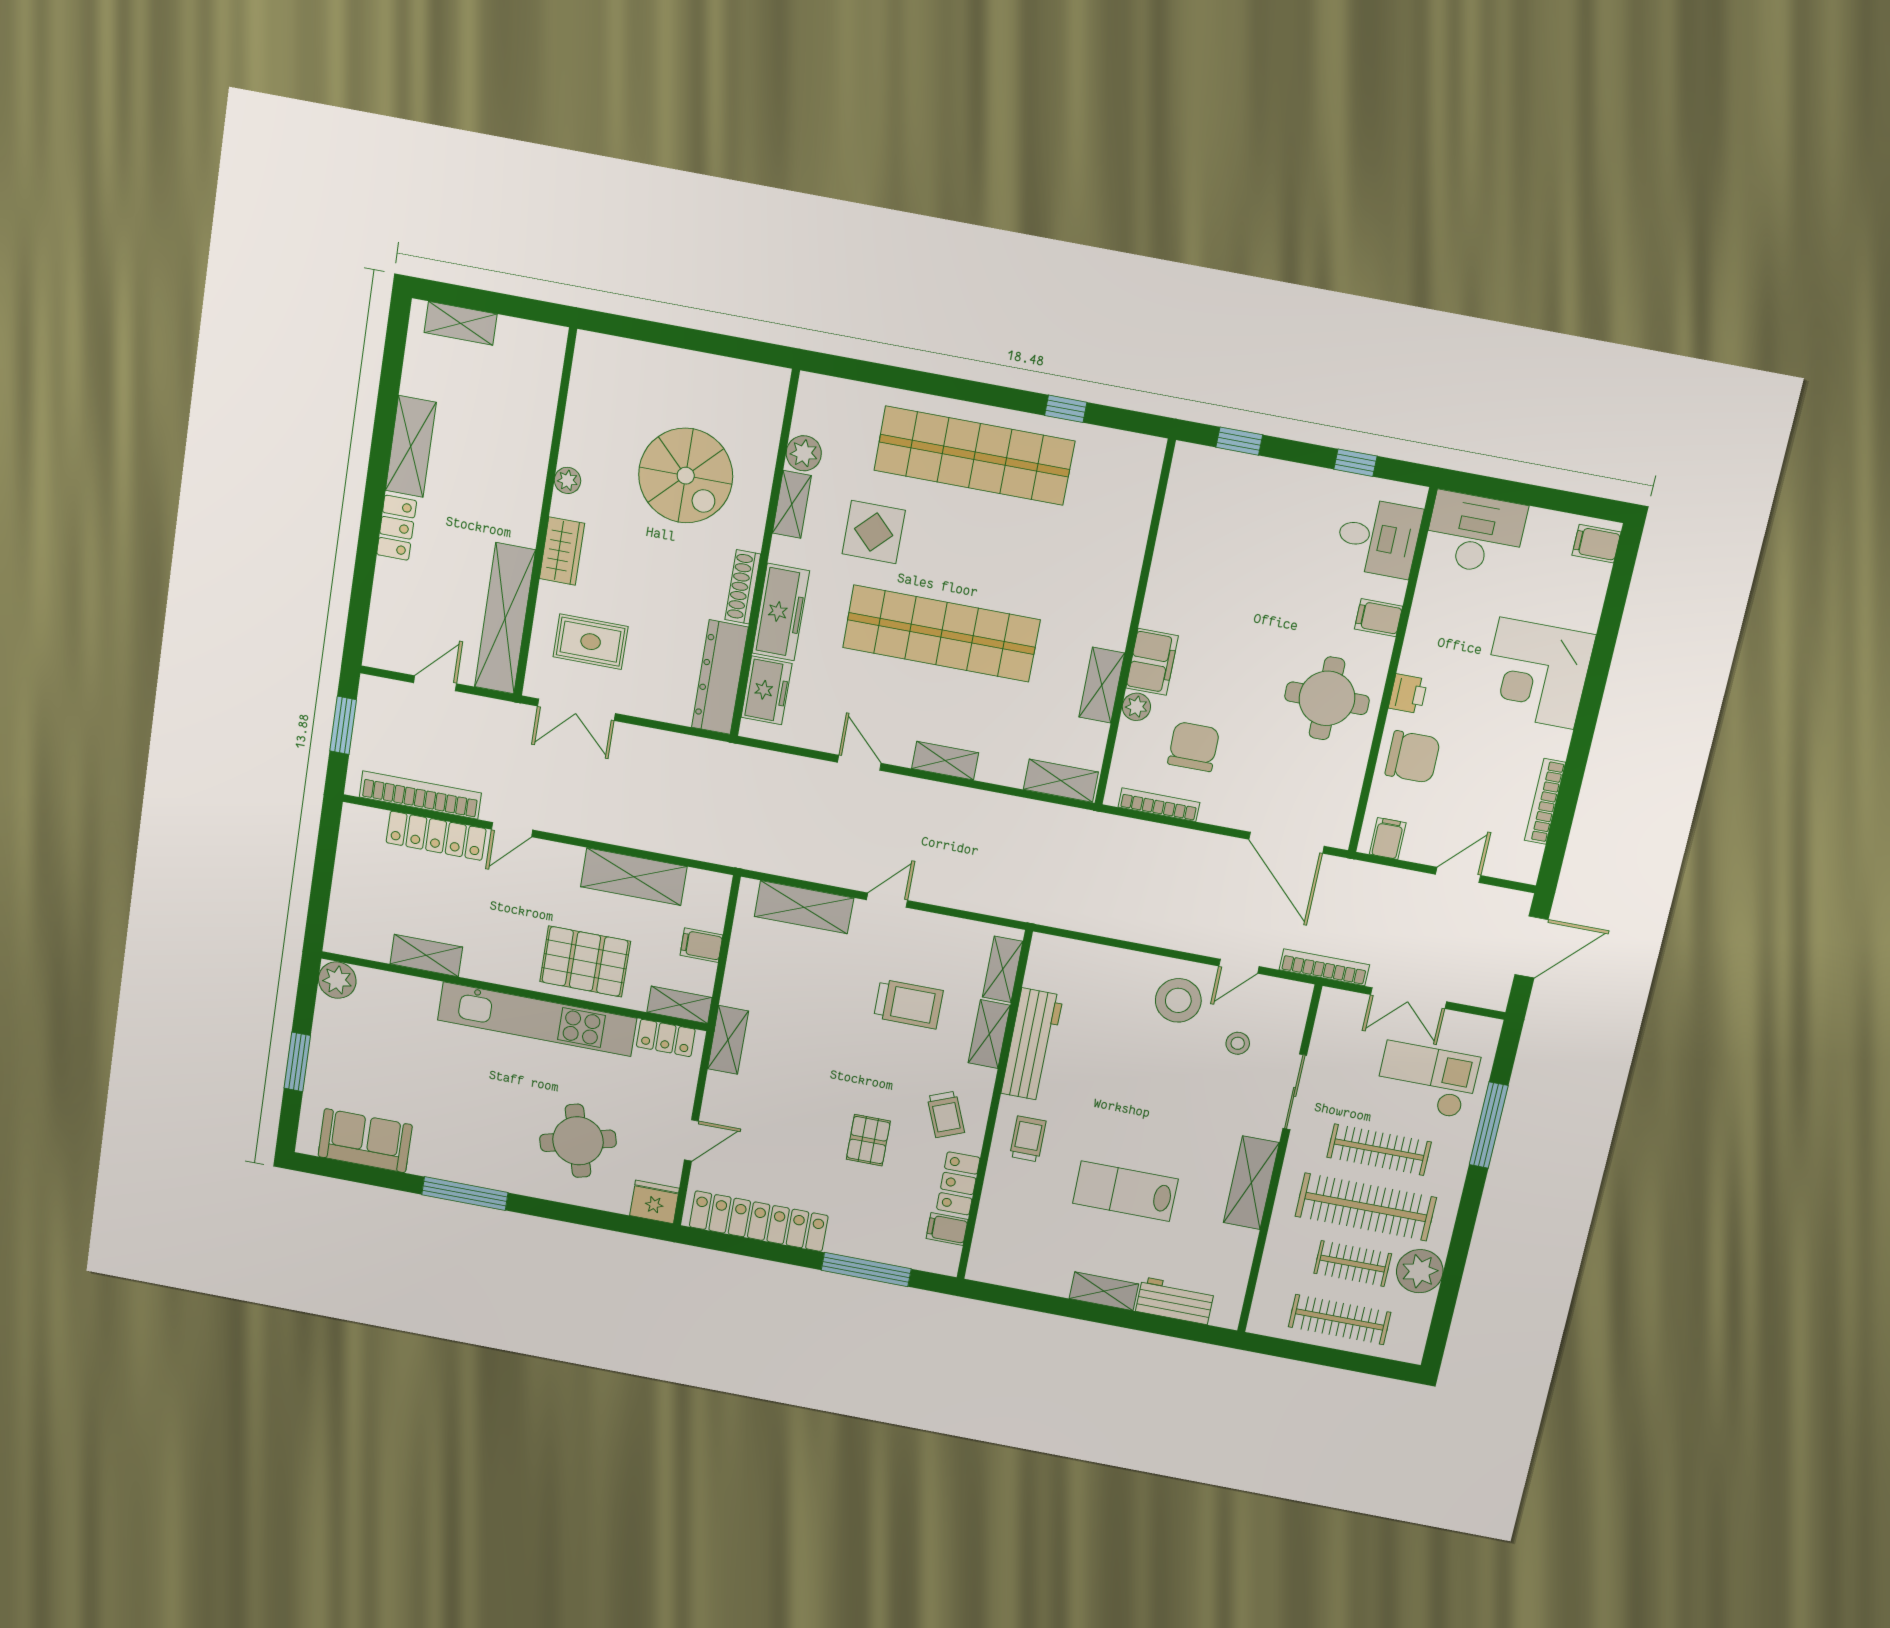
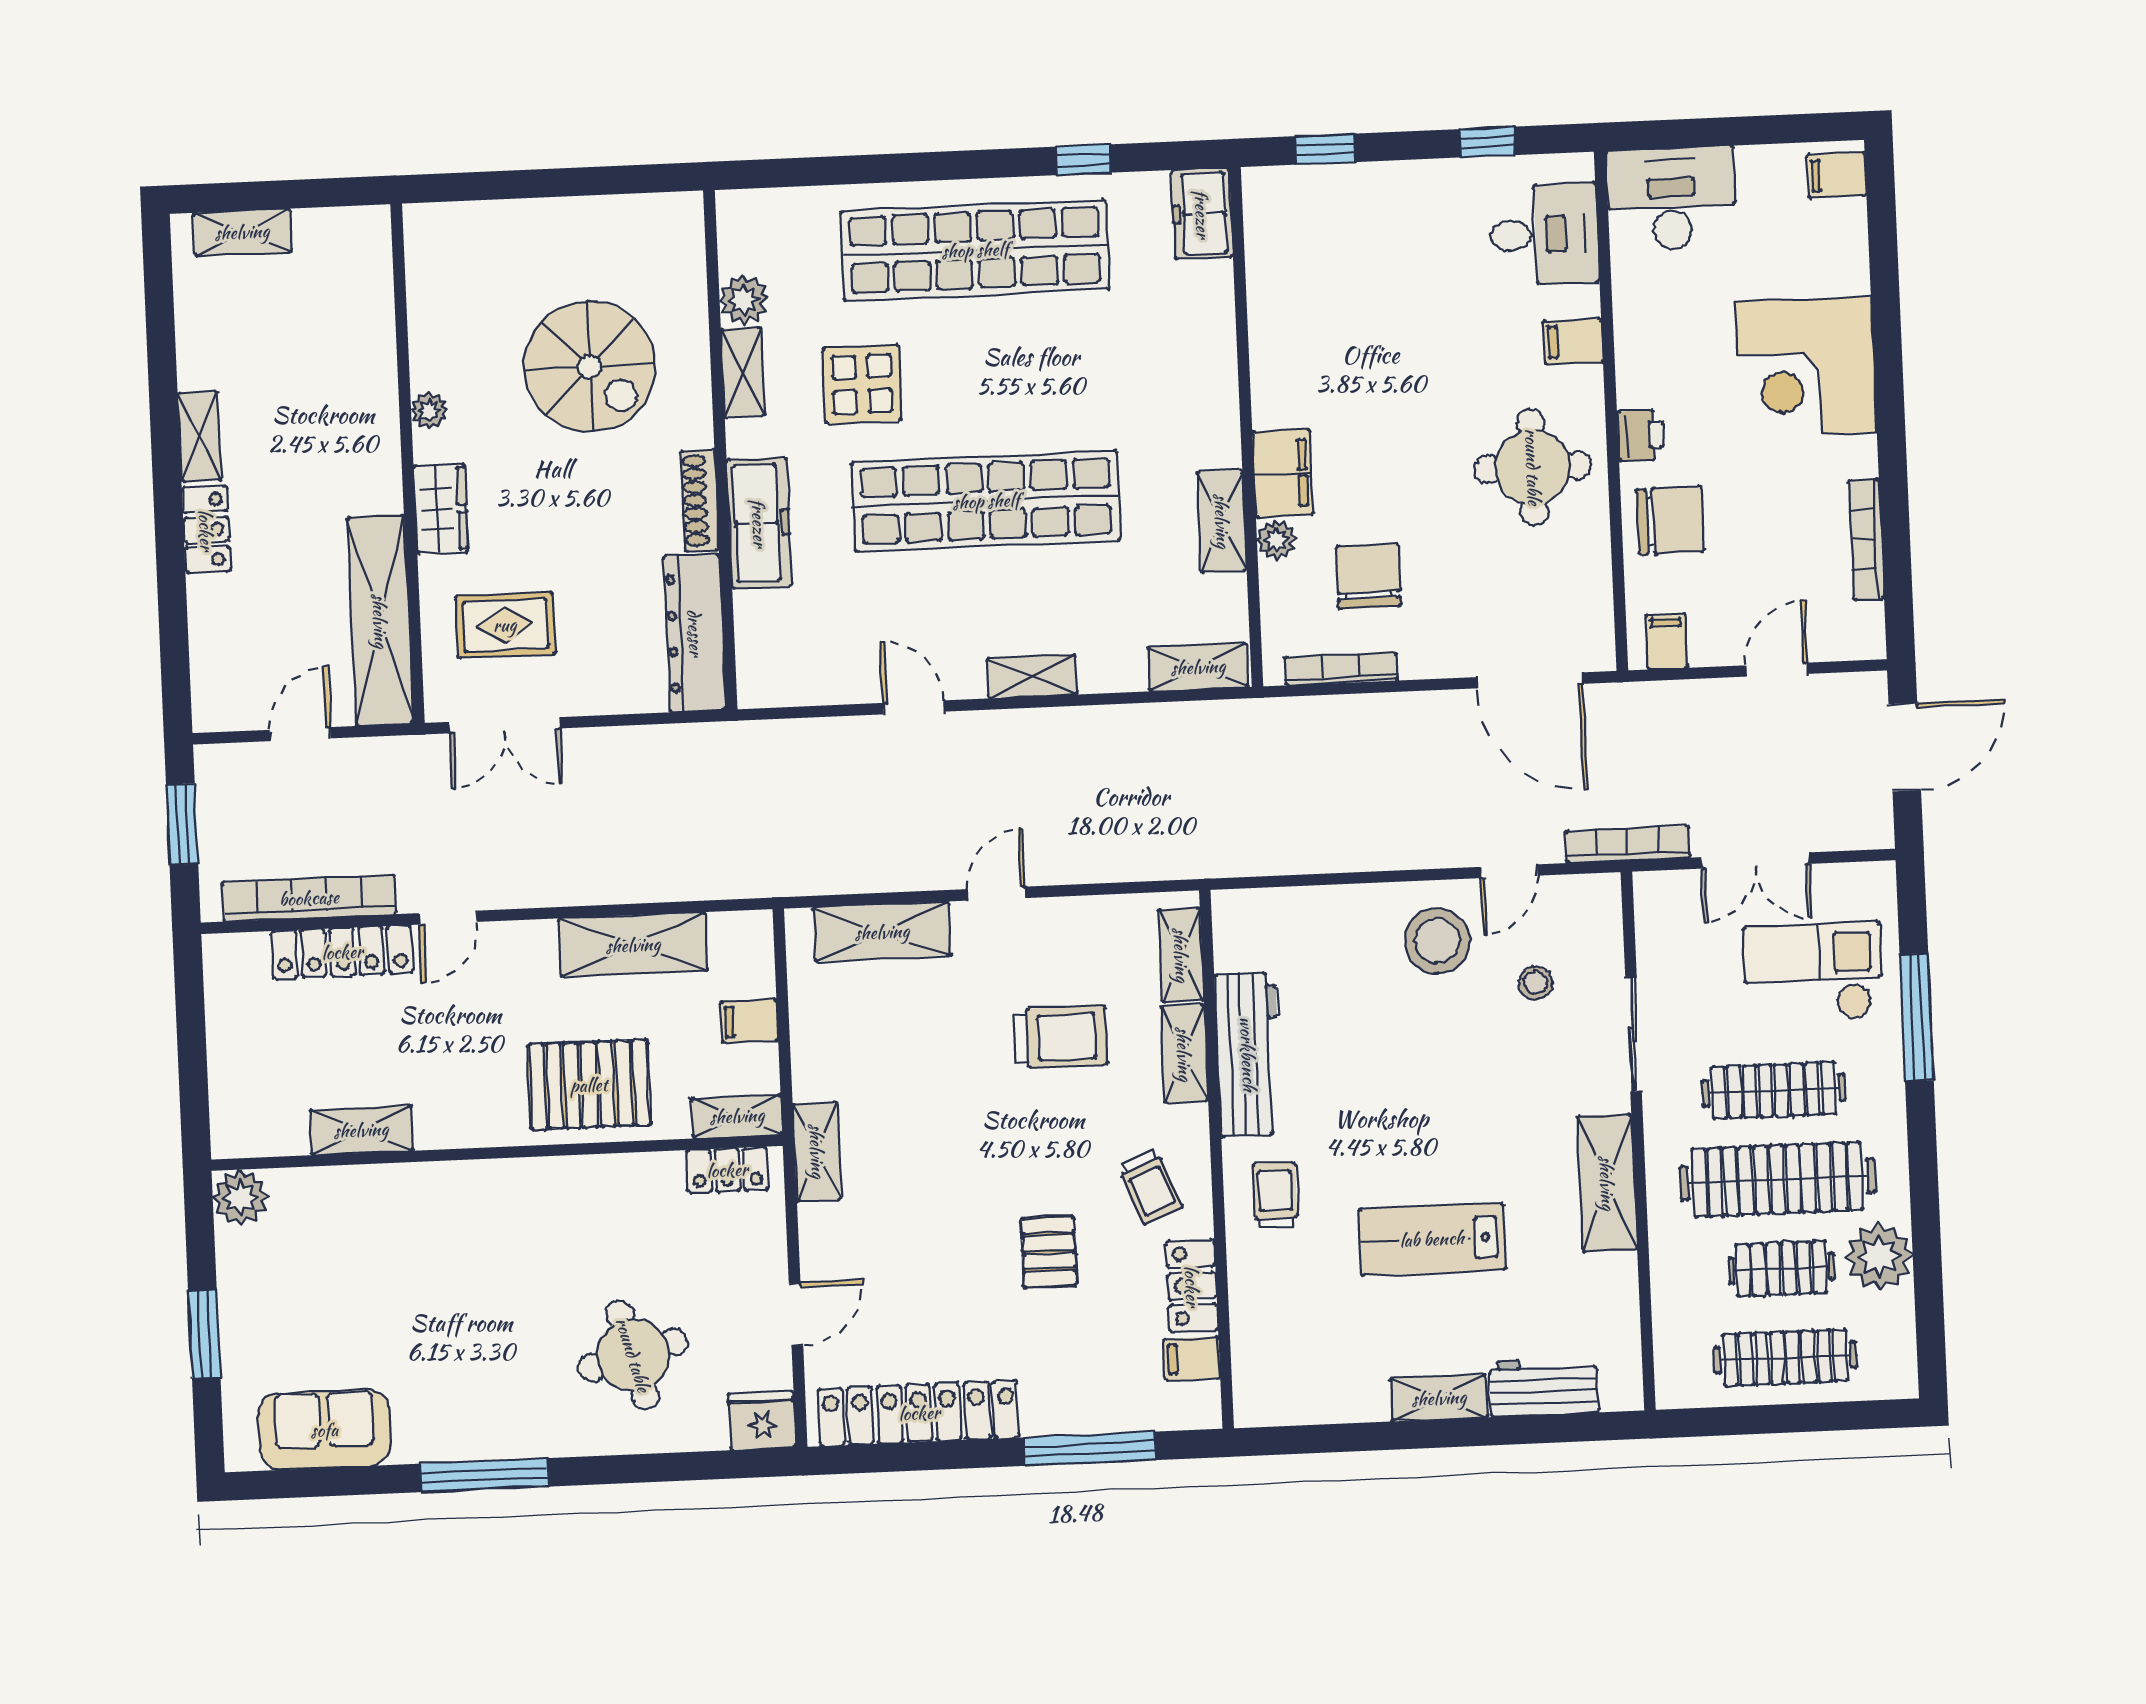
shelving: (411, 446) -> (199, 436), width x0.67, depth x0.75
freezer: (767, 690) -> (1202, 214), moved, turned 180
kitchen unit: (537, 1019) -> (538, 1186), removed

